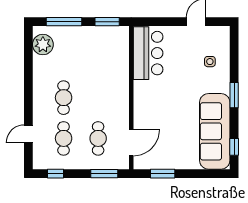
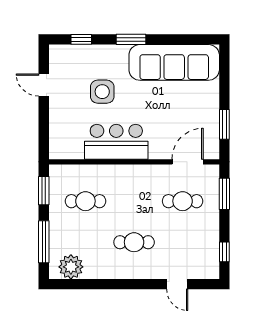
bar counter: (148, 53) -> (116, 142), moved
side table: (210, 62) -> (102, 92), moved, width x1.87, depth x1.87
cafe table: (64, 138) -> (85, 201), moved
door: (131, 143) -> (188, 162), hinge flipped
window: (234, 147) -> (81, 39), moved

